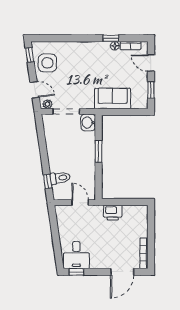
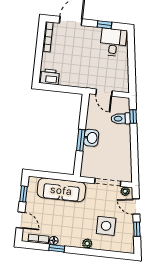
plant: (80, 47) -> (87, 244), added
window: (30, 55) -> (137, 229), moved
side table: (47, 63) -> (106, 226), moved
sofa: (113, 99) -> (61, 190), width x1.36
washbasin: (88, 122) -> (91, 138), moved
printer: (113, 213) -> (50, 77), moved
window: (76, 272) -> (104, 25), moved

